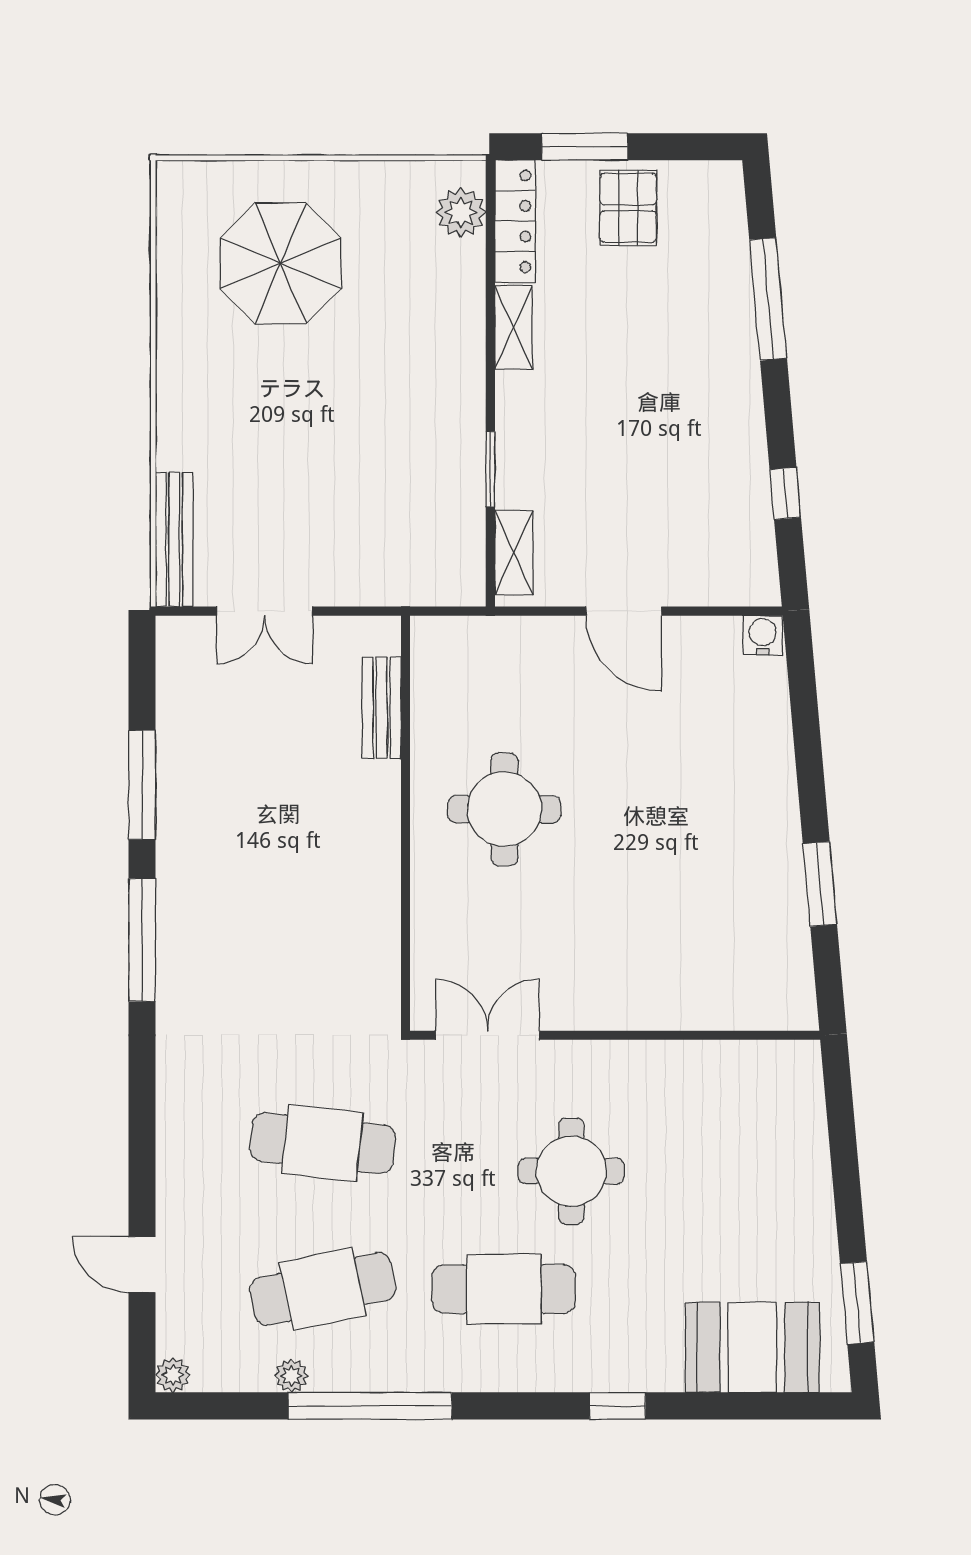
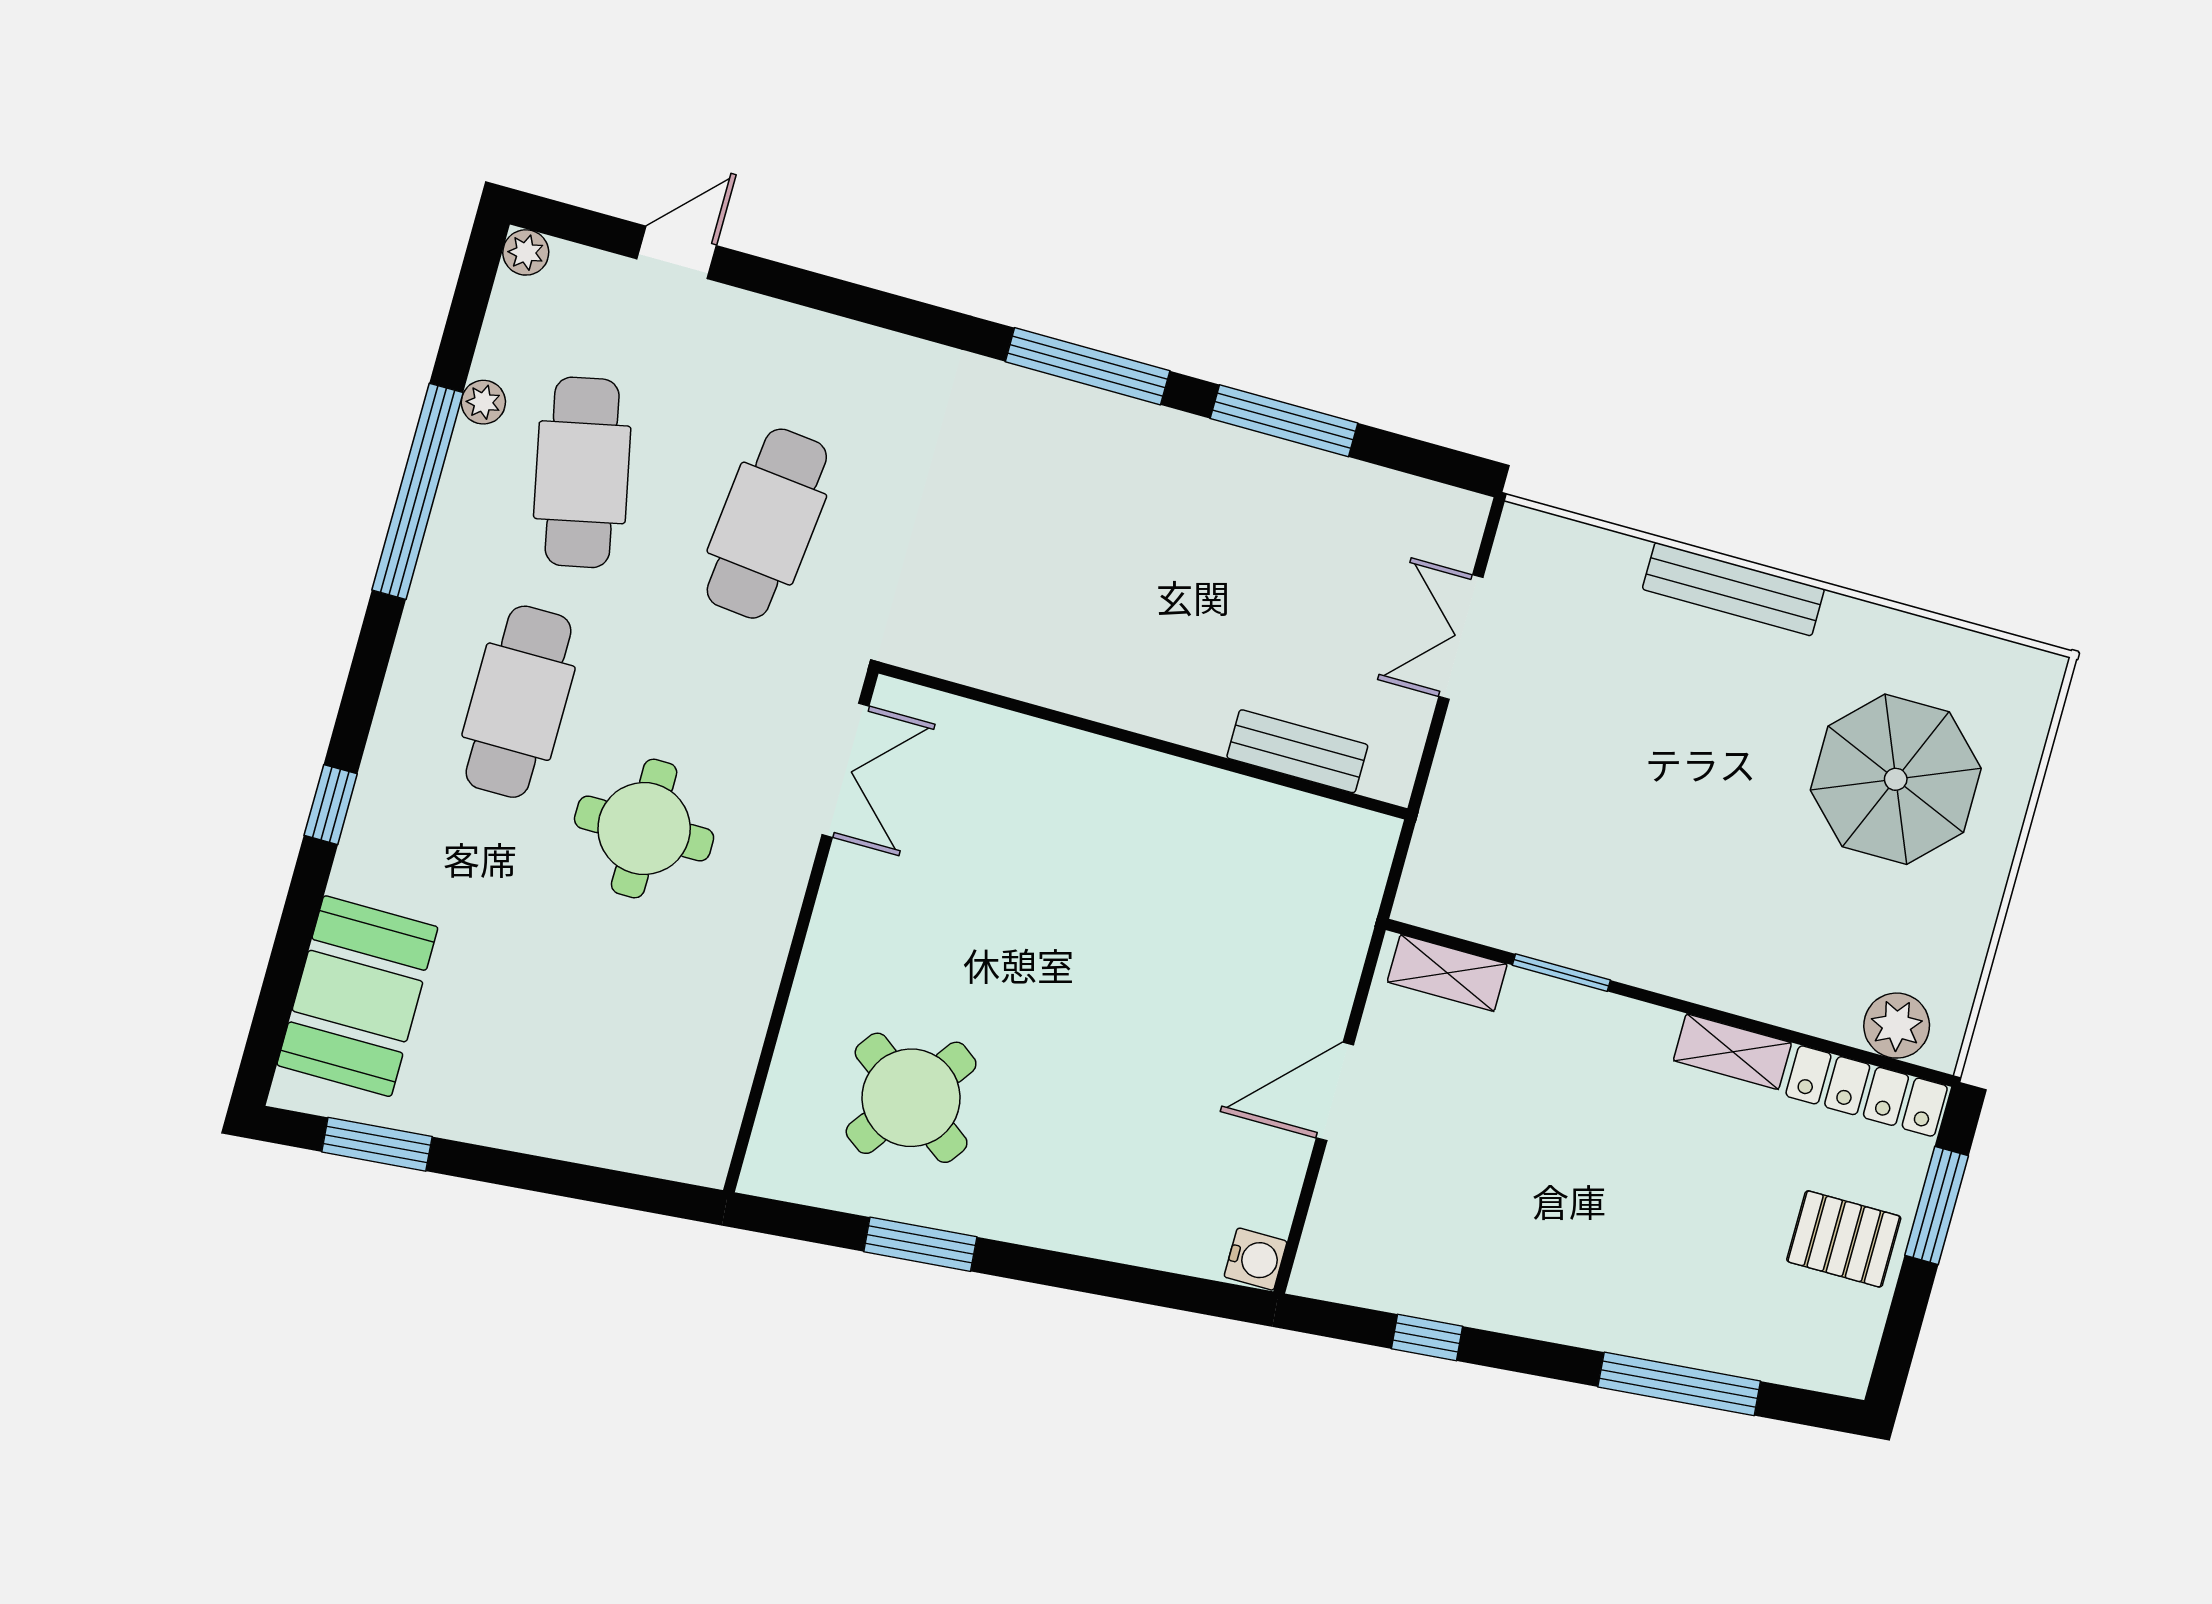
bench: (174, 540) -> (1733, 589), moved
round table: (504, 809) -> (911, 1098), moved, turned 36

